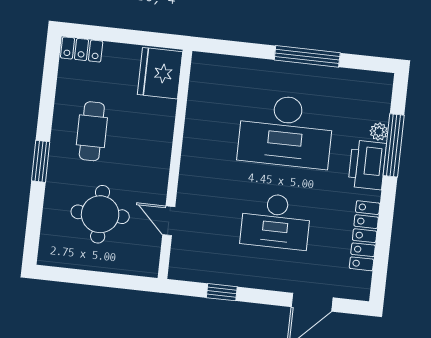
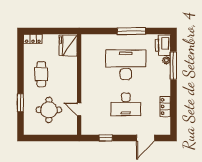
desk: (286, 131) -> (126, 65), turned 180
window: (41, 161) -> (20, 103), moved
printer: (367, 165) -> (163, 45), moved
locker: (365, 236) -> (165, 106), width x0.66

